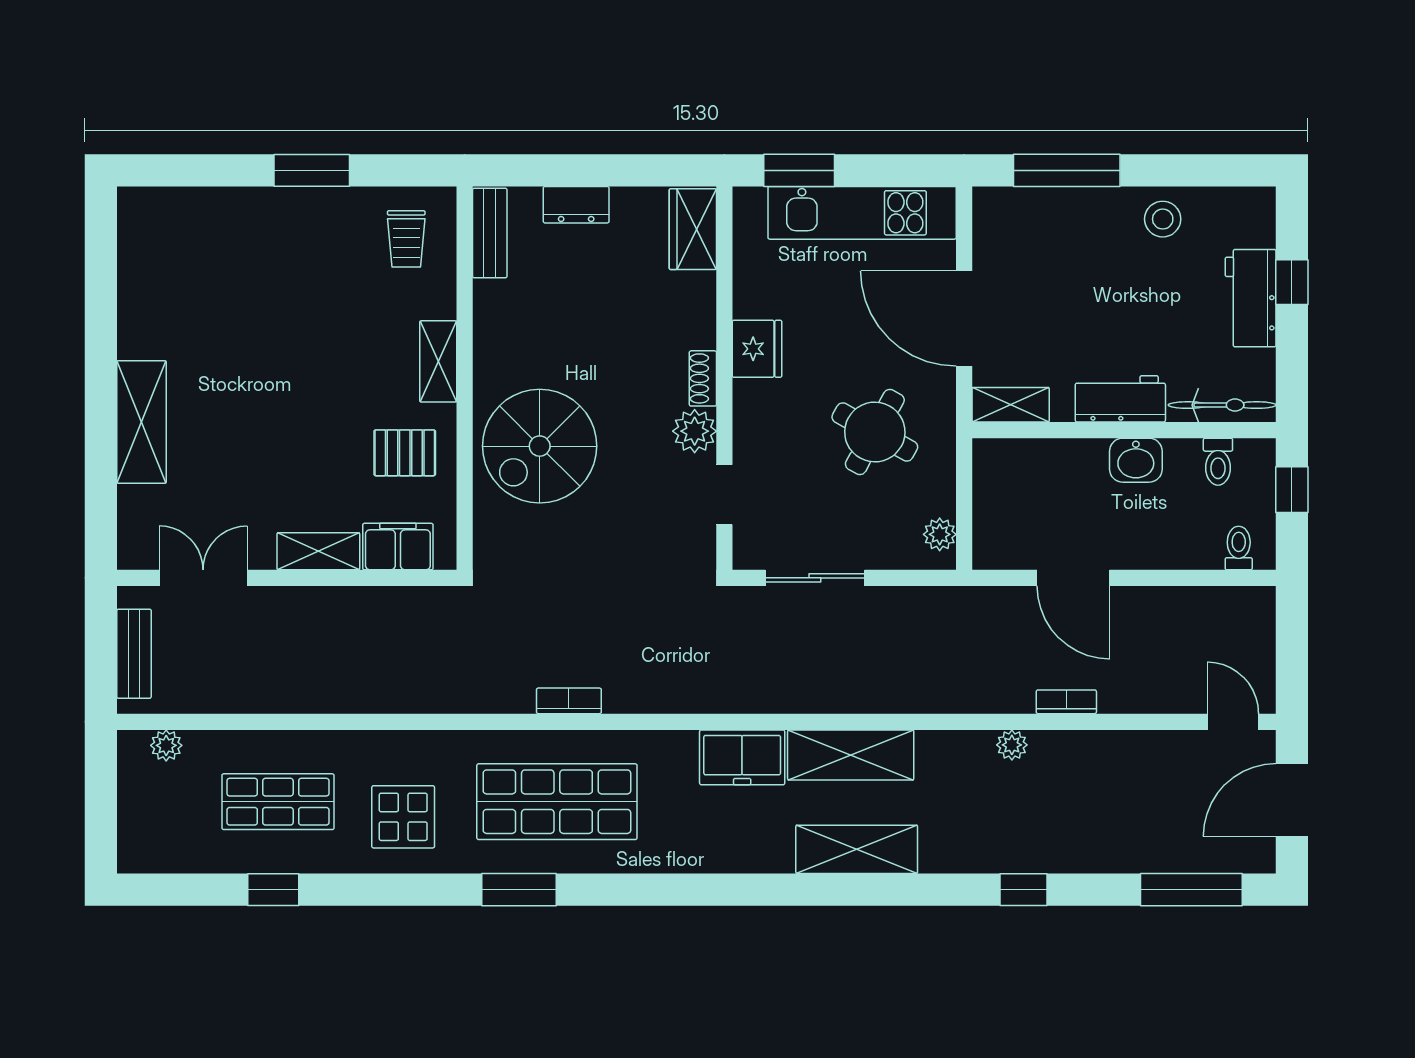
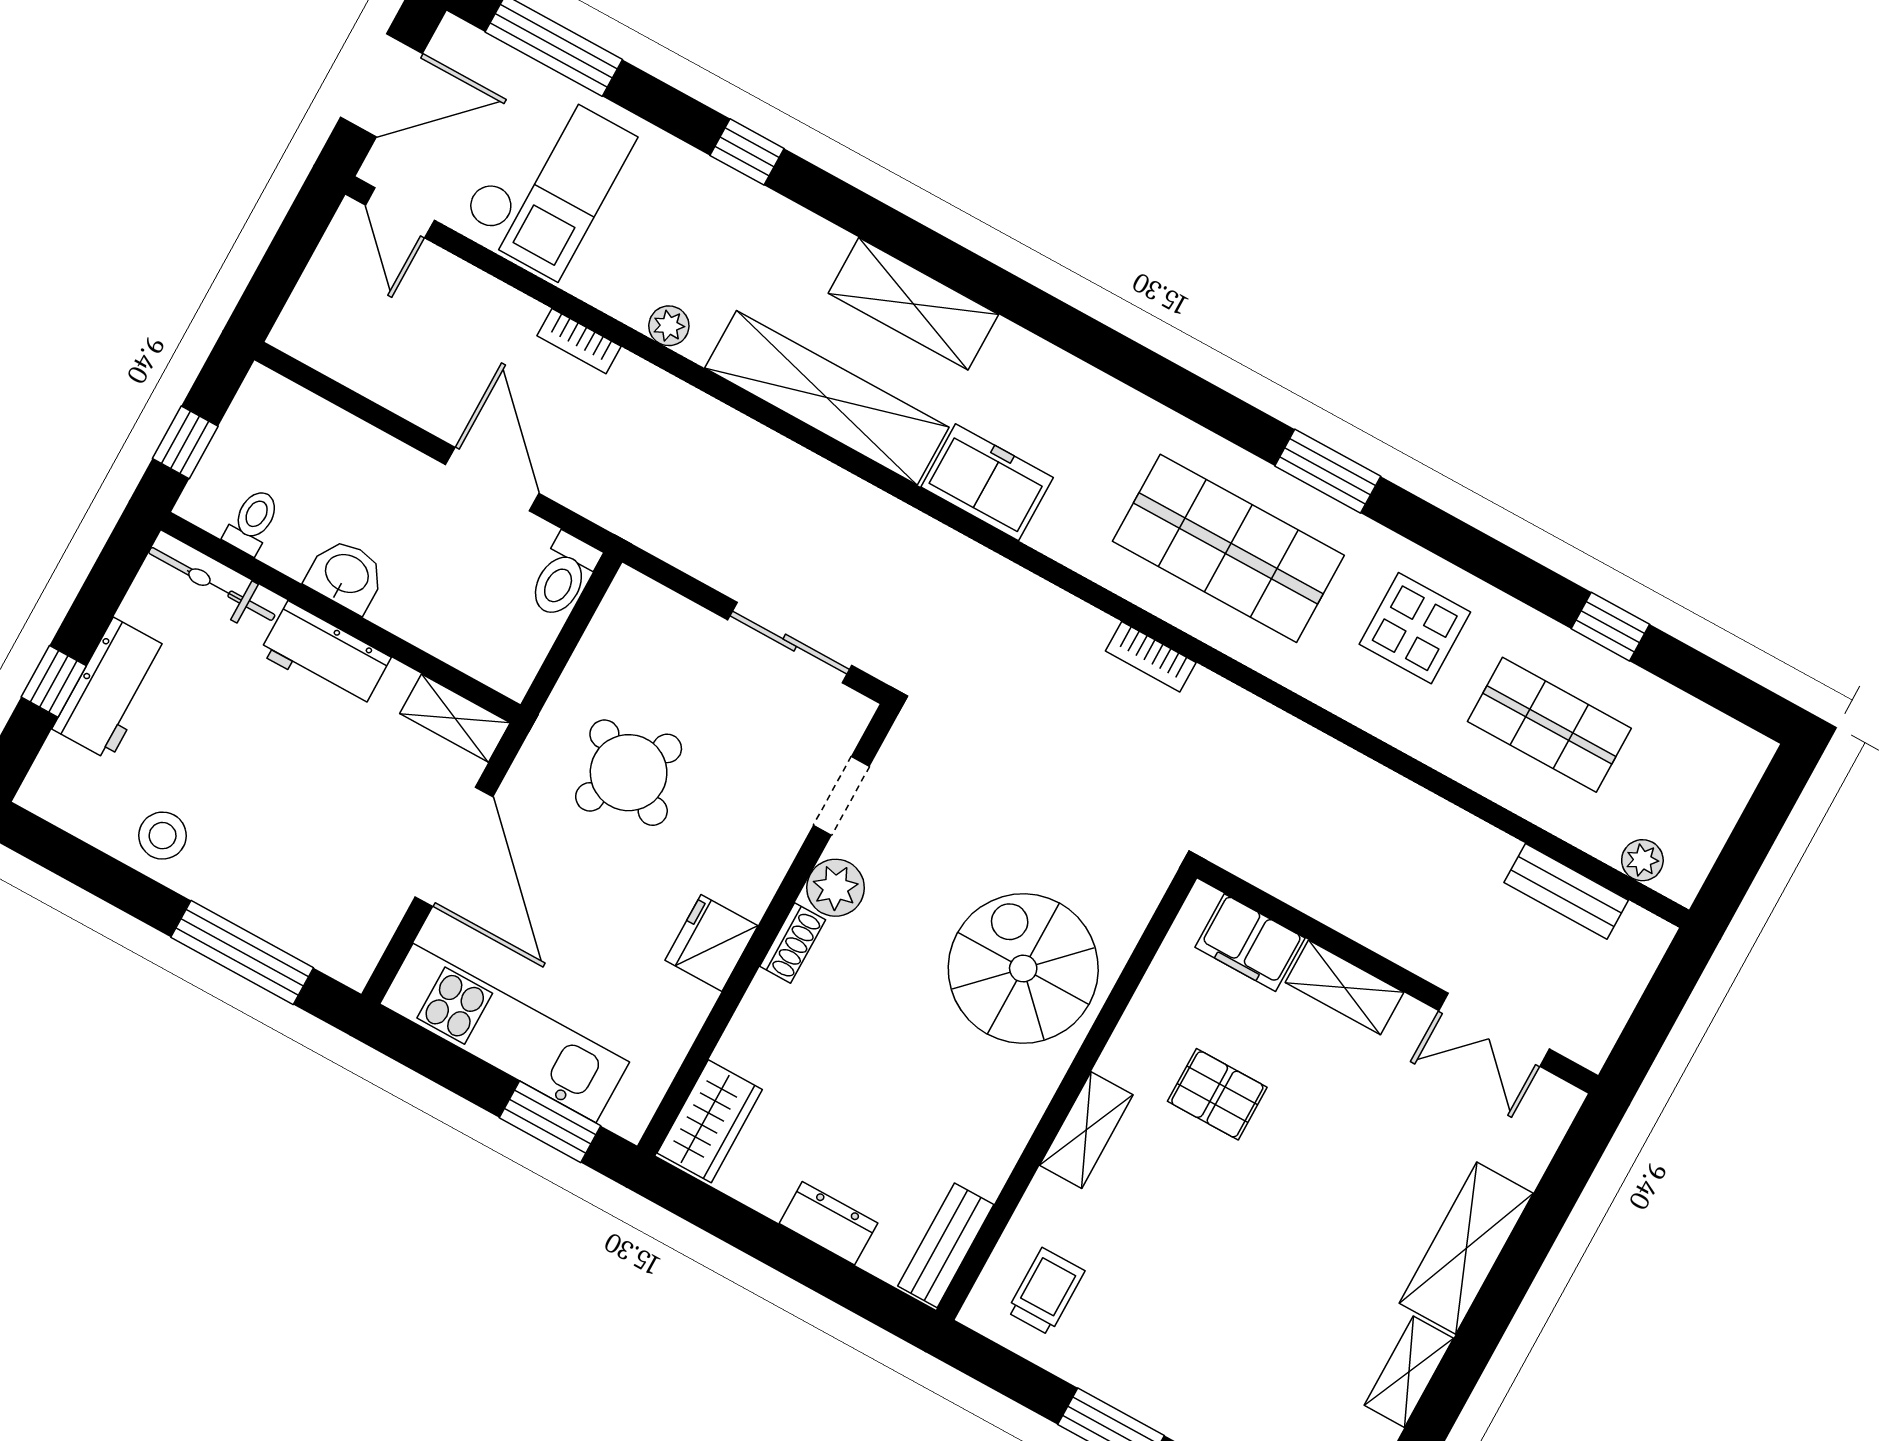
shelving: (134, 318) -> (1409, 1372), added
spiral stairs: (540, 446) -> (1023, 969), turned -90
pallet: (405, 453) -> (1217, 1094), moved
plant: (940, 534) -> (619, 614), removed
toilet: (1239, 548) -> (563, 576), moved, width x1.37, depth x1.39
bench: (134, 654) -> (1566, 891), moved, turned 90
shelving: (851, 755) -> (827, 398), width x1.47
checkout: (1146, 796) -> (547, 182), added

